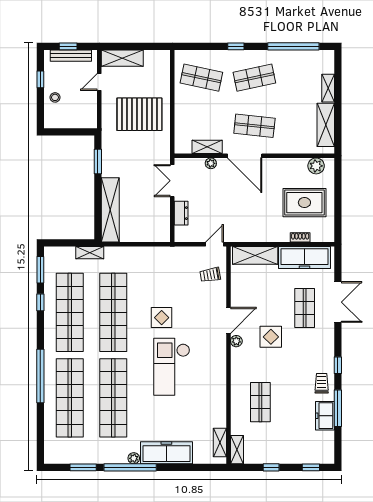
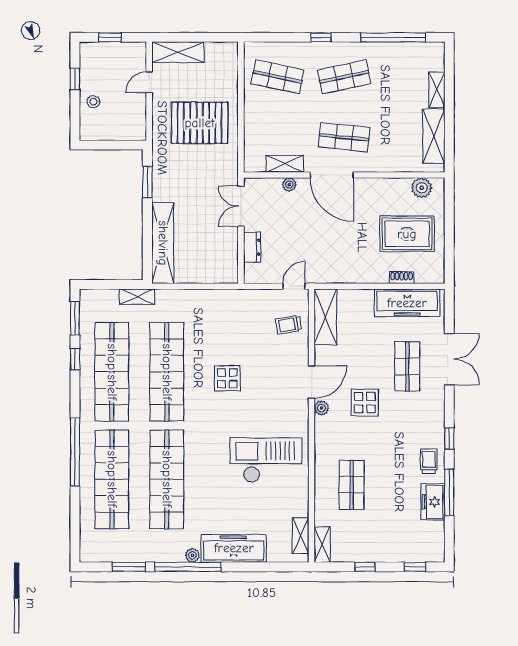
bench: (71, 56) -> (113, 49), removed
shelving: (255, 255) -> (325, 317), moved, turned 90
checkout: (172, 367) -> (266, 460), moved, turned 90

